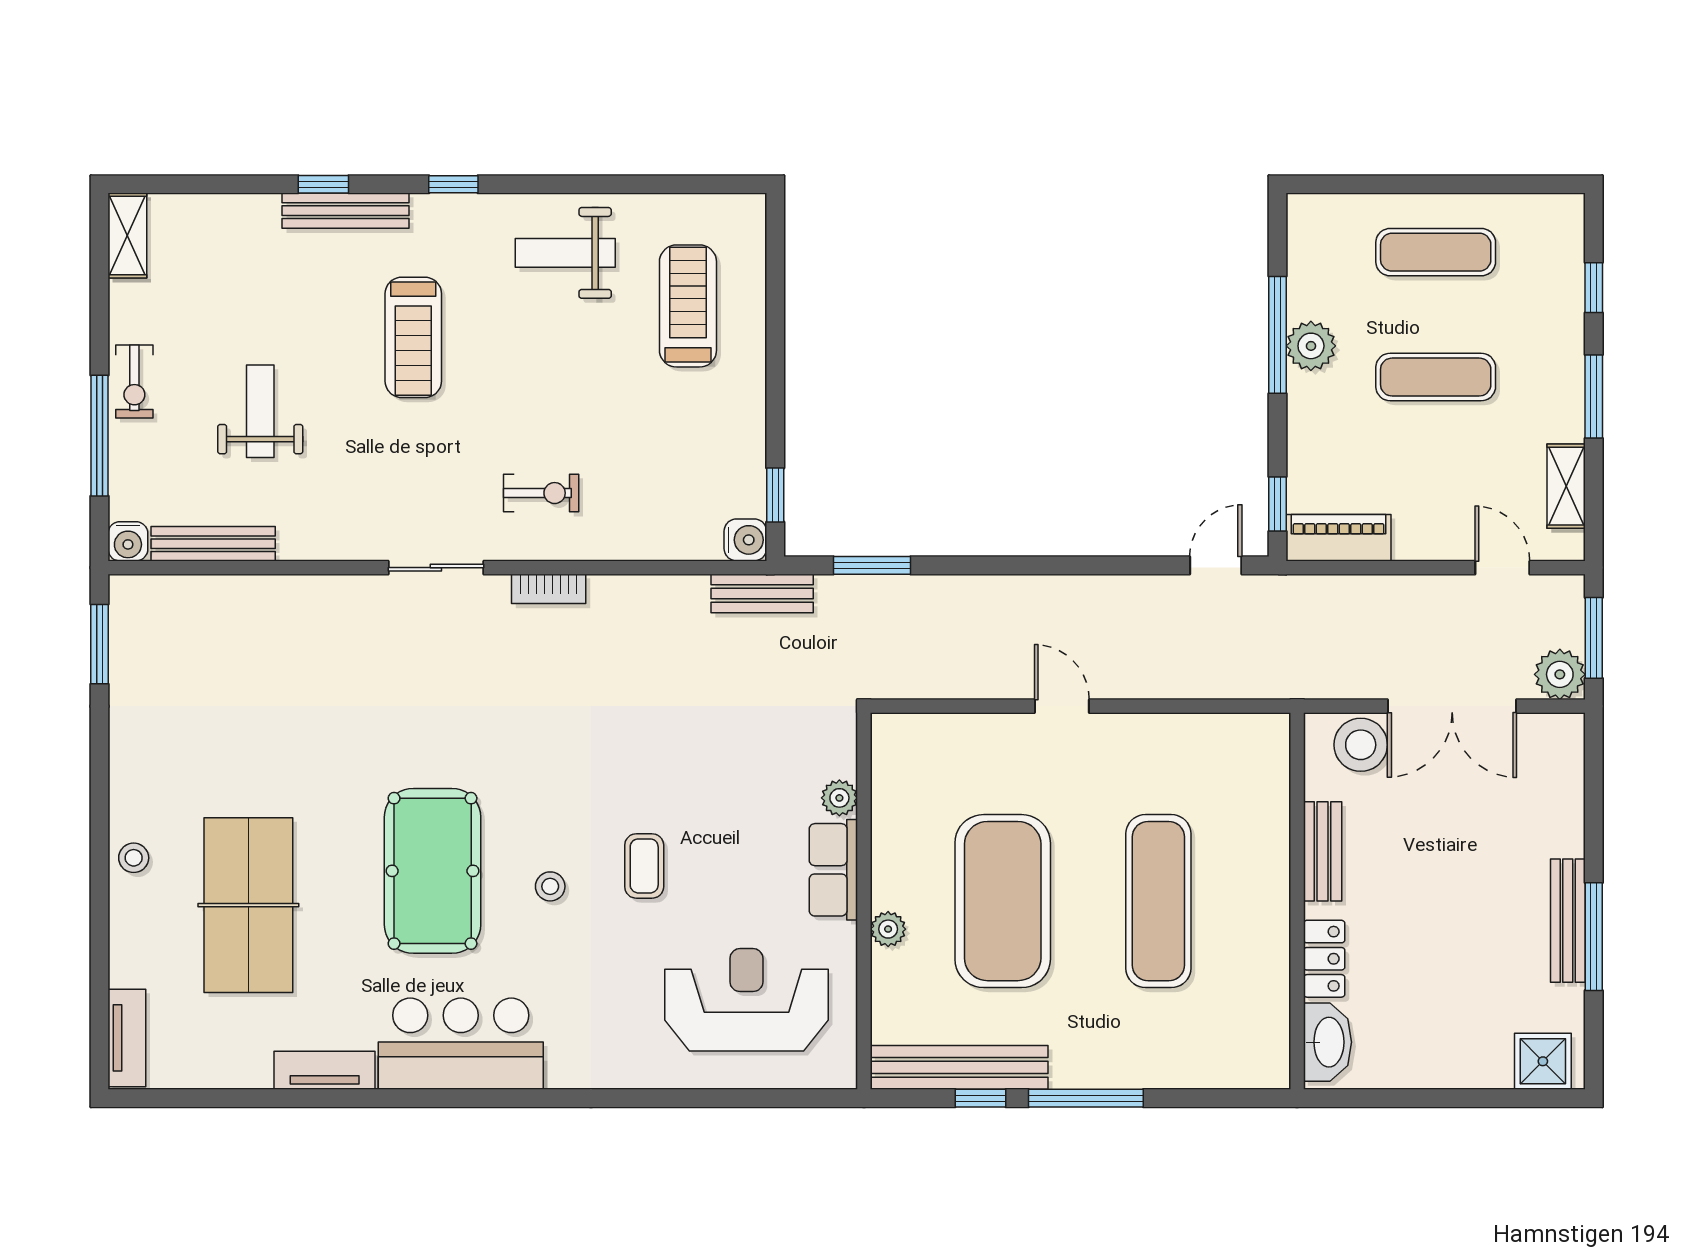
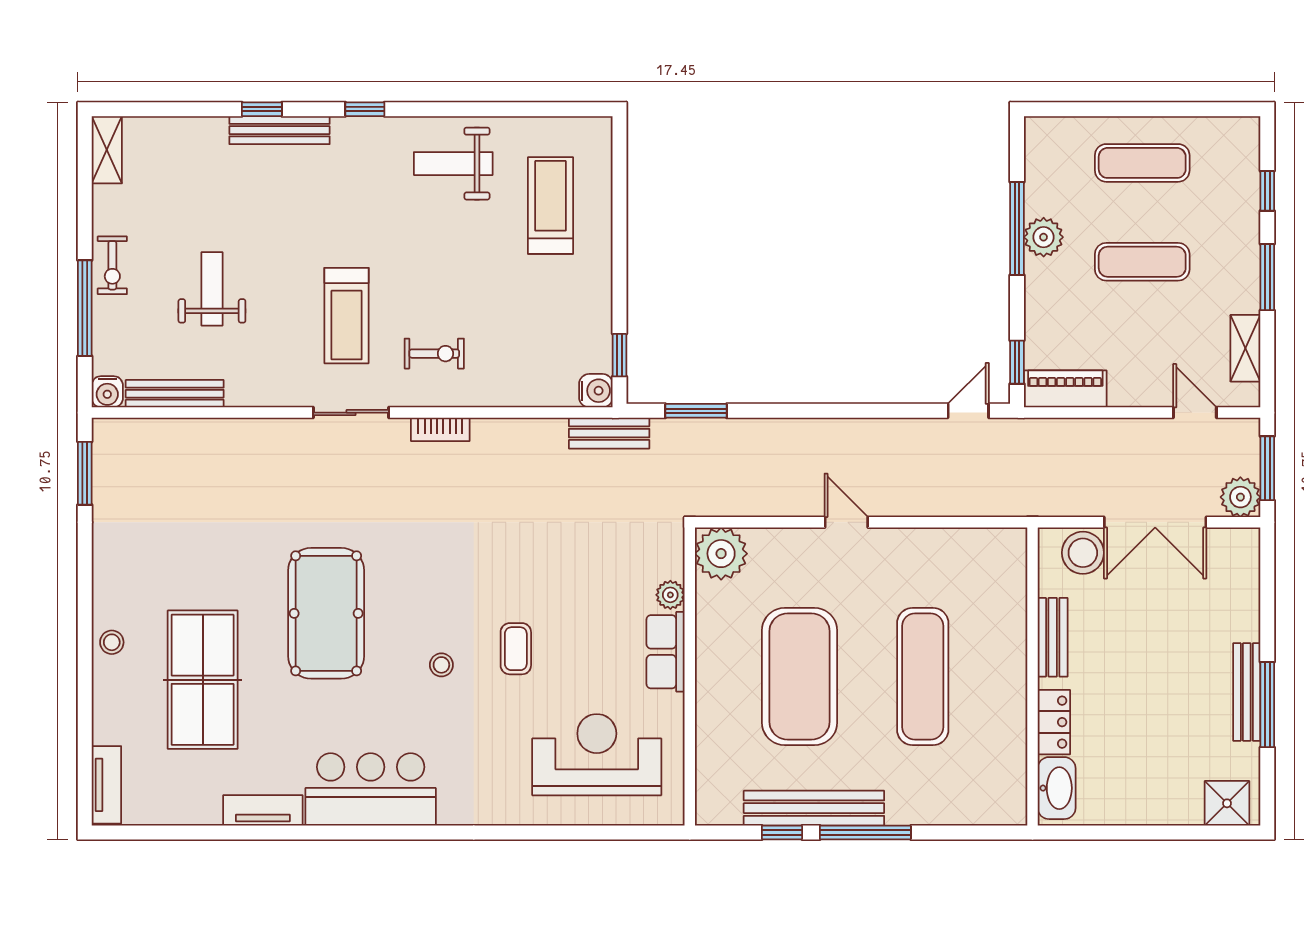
treadmill: (413, 337) -> (347, 316), moved
pool table: (433, 871) -> (326, 613), moved
plant: (888, 929) -> (721, 554), moved, width x1.88, depth x1.88
bench: (959, 1067) -> (814, 808), moved

